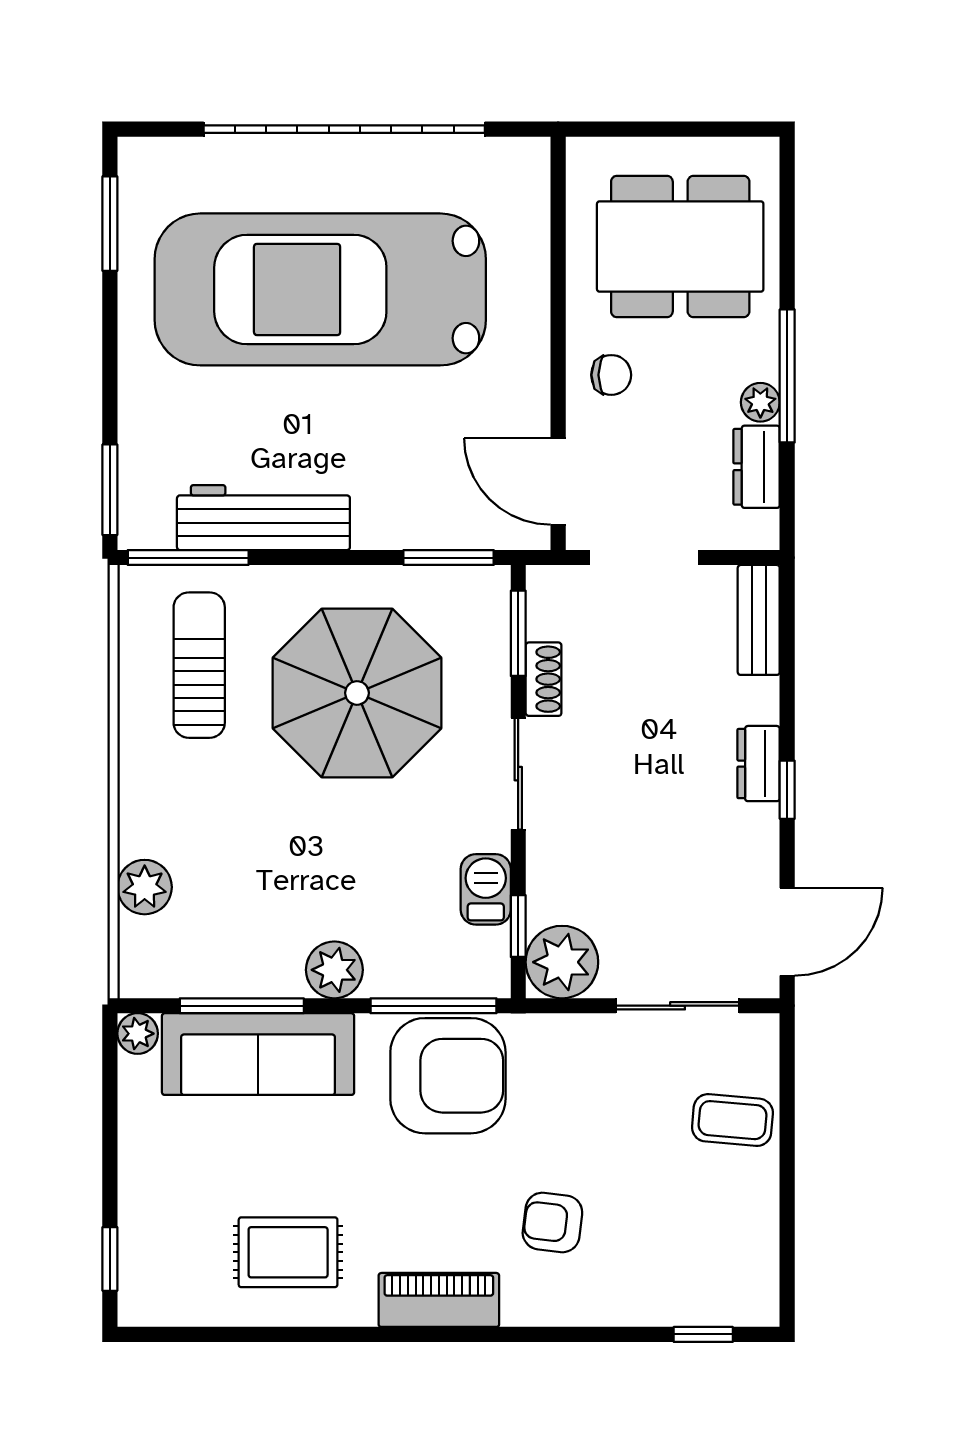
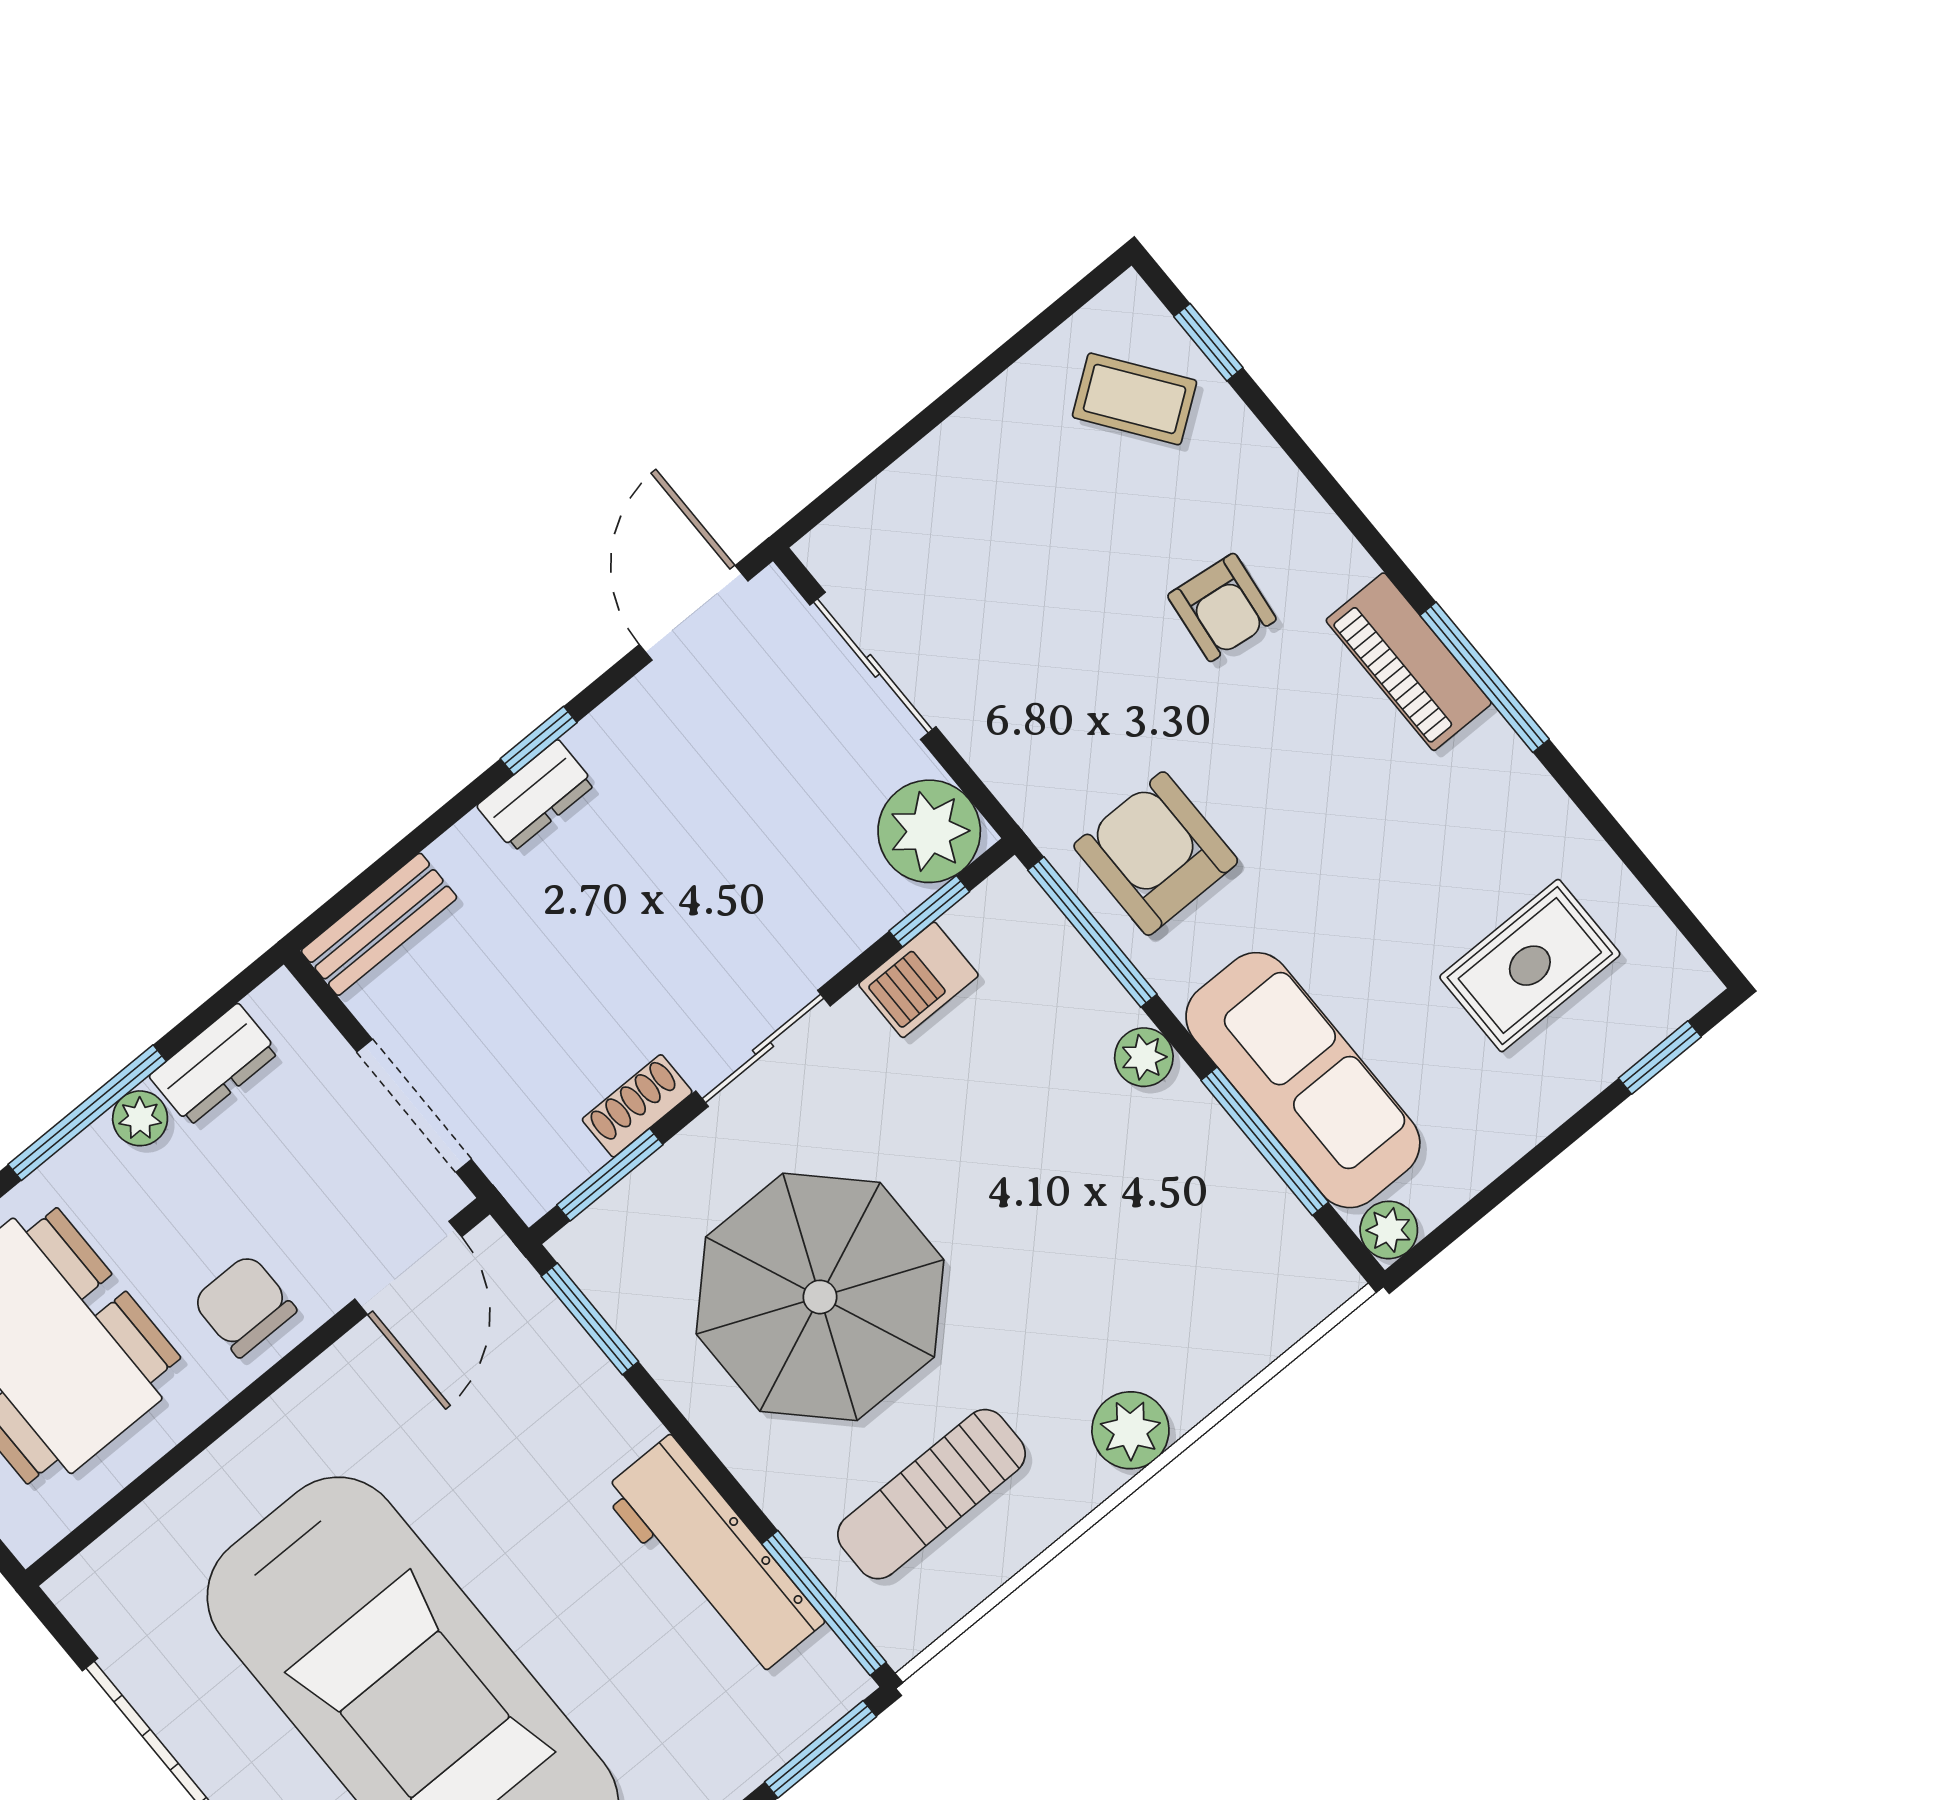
chair: (611, 375) -> (244, 1306), width x1.37, depth x1.37
plant: (145, 887) -> (1130, 1430), moved
door: (787, 932) -> (694, 613), hinge flipped
plant: (334, 970) -> (1144, 1057), width x0.73, depth x0.73
armchair: (448, 1076) -> (1156, 854), width x0.73, depth x0.73
coffee table: (732, 1120) -> (1135, 399), moved, turned -41
rug: (288, 1252) -> (1530, 966), moved, turned 90
window: (396, 1334) -> (1485, 677), added

